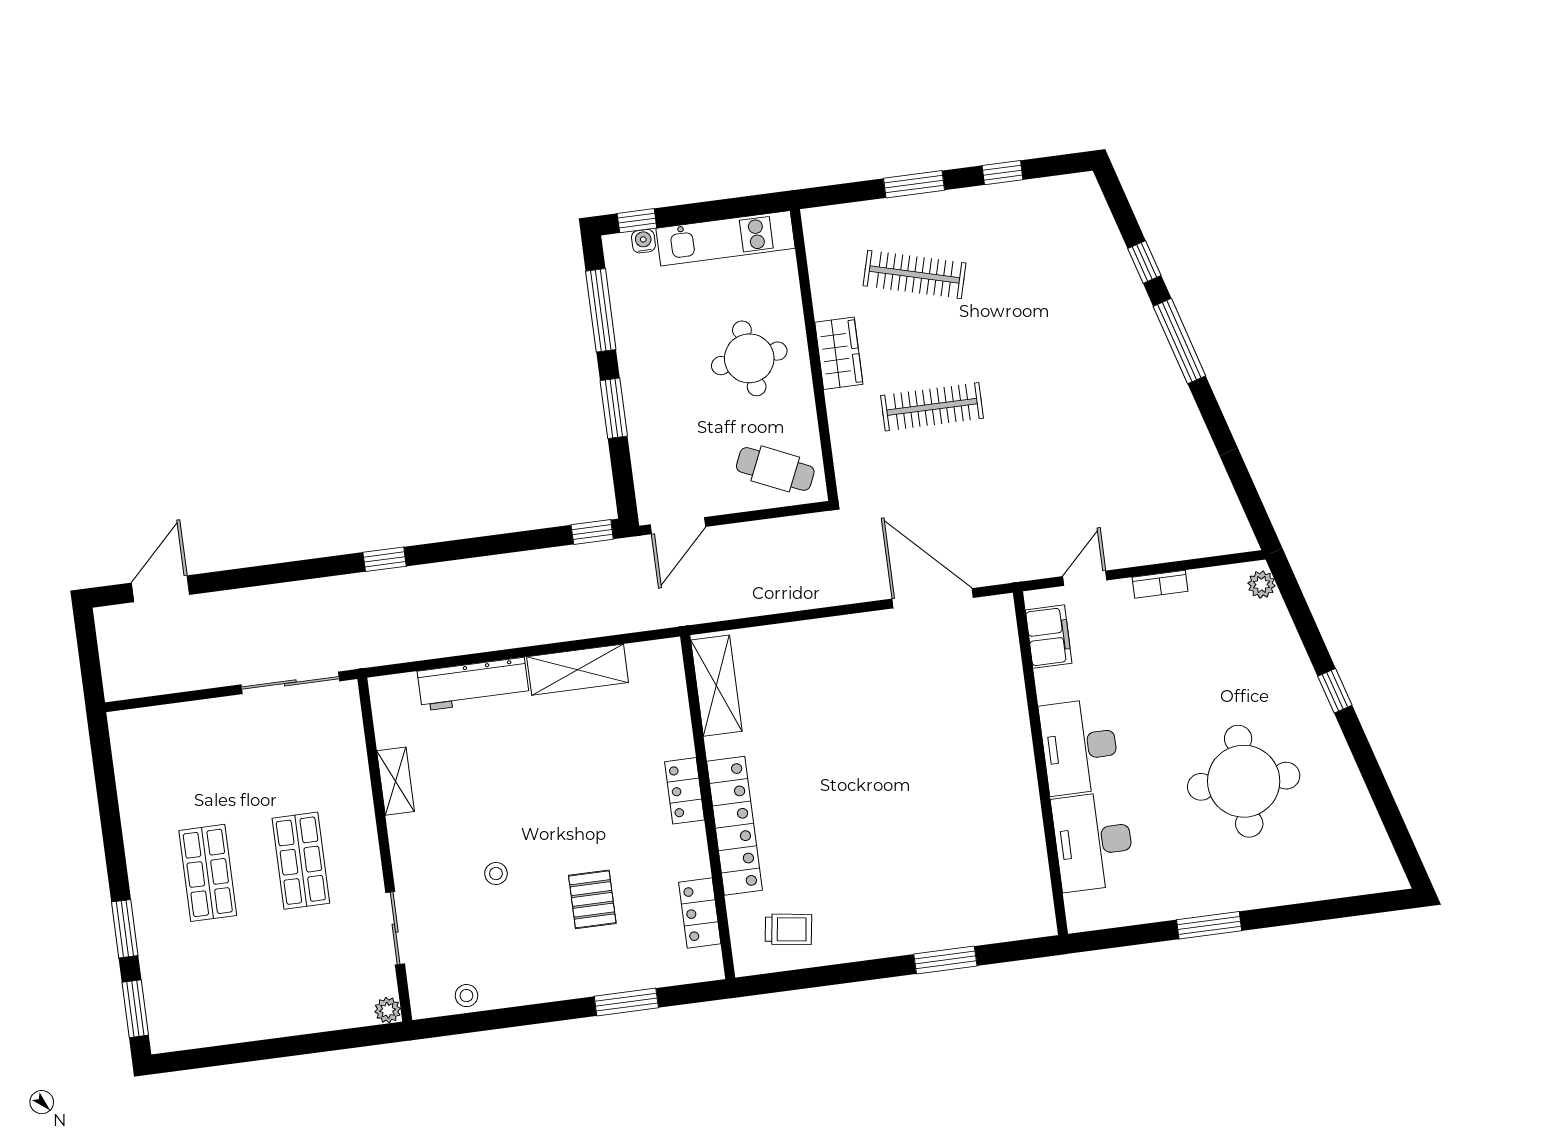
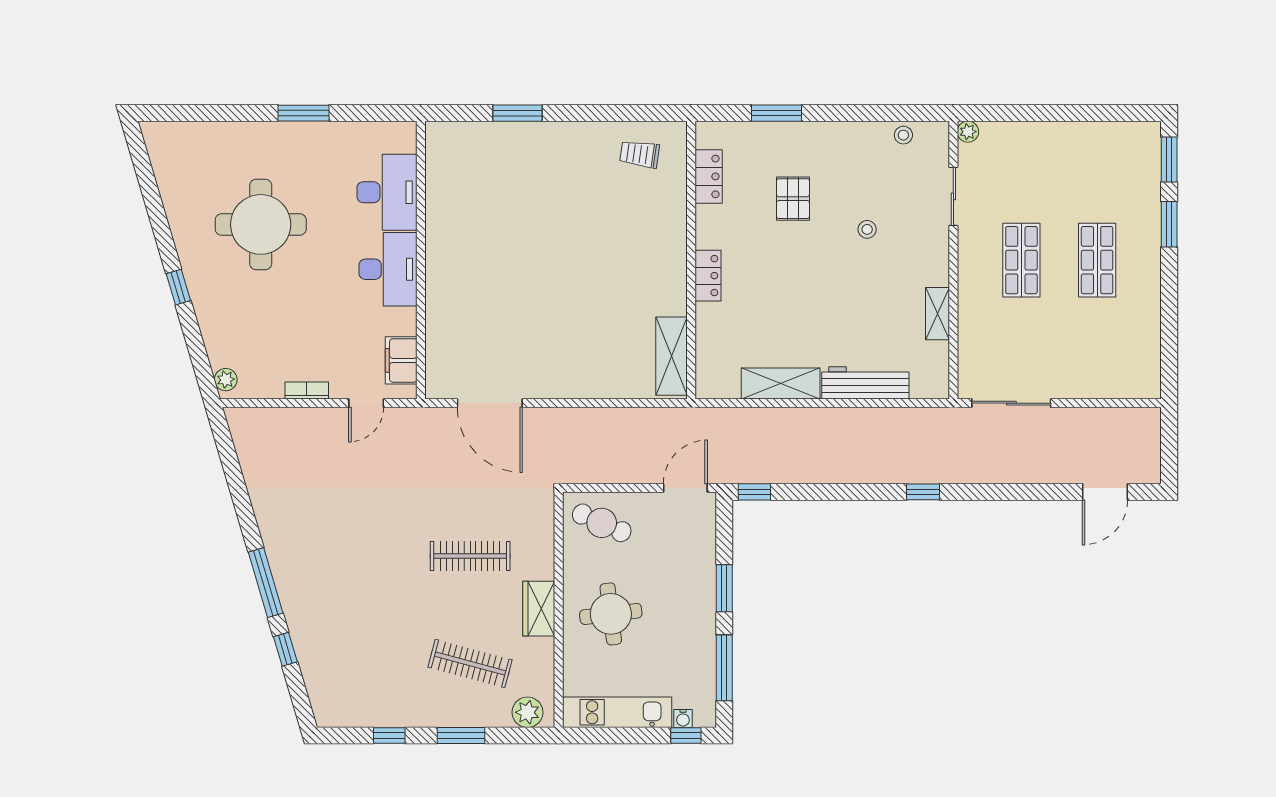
plant: (836, 224) -> (527, 712), added
locker: (734, 826) -> (672, 242), removed

